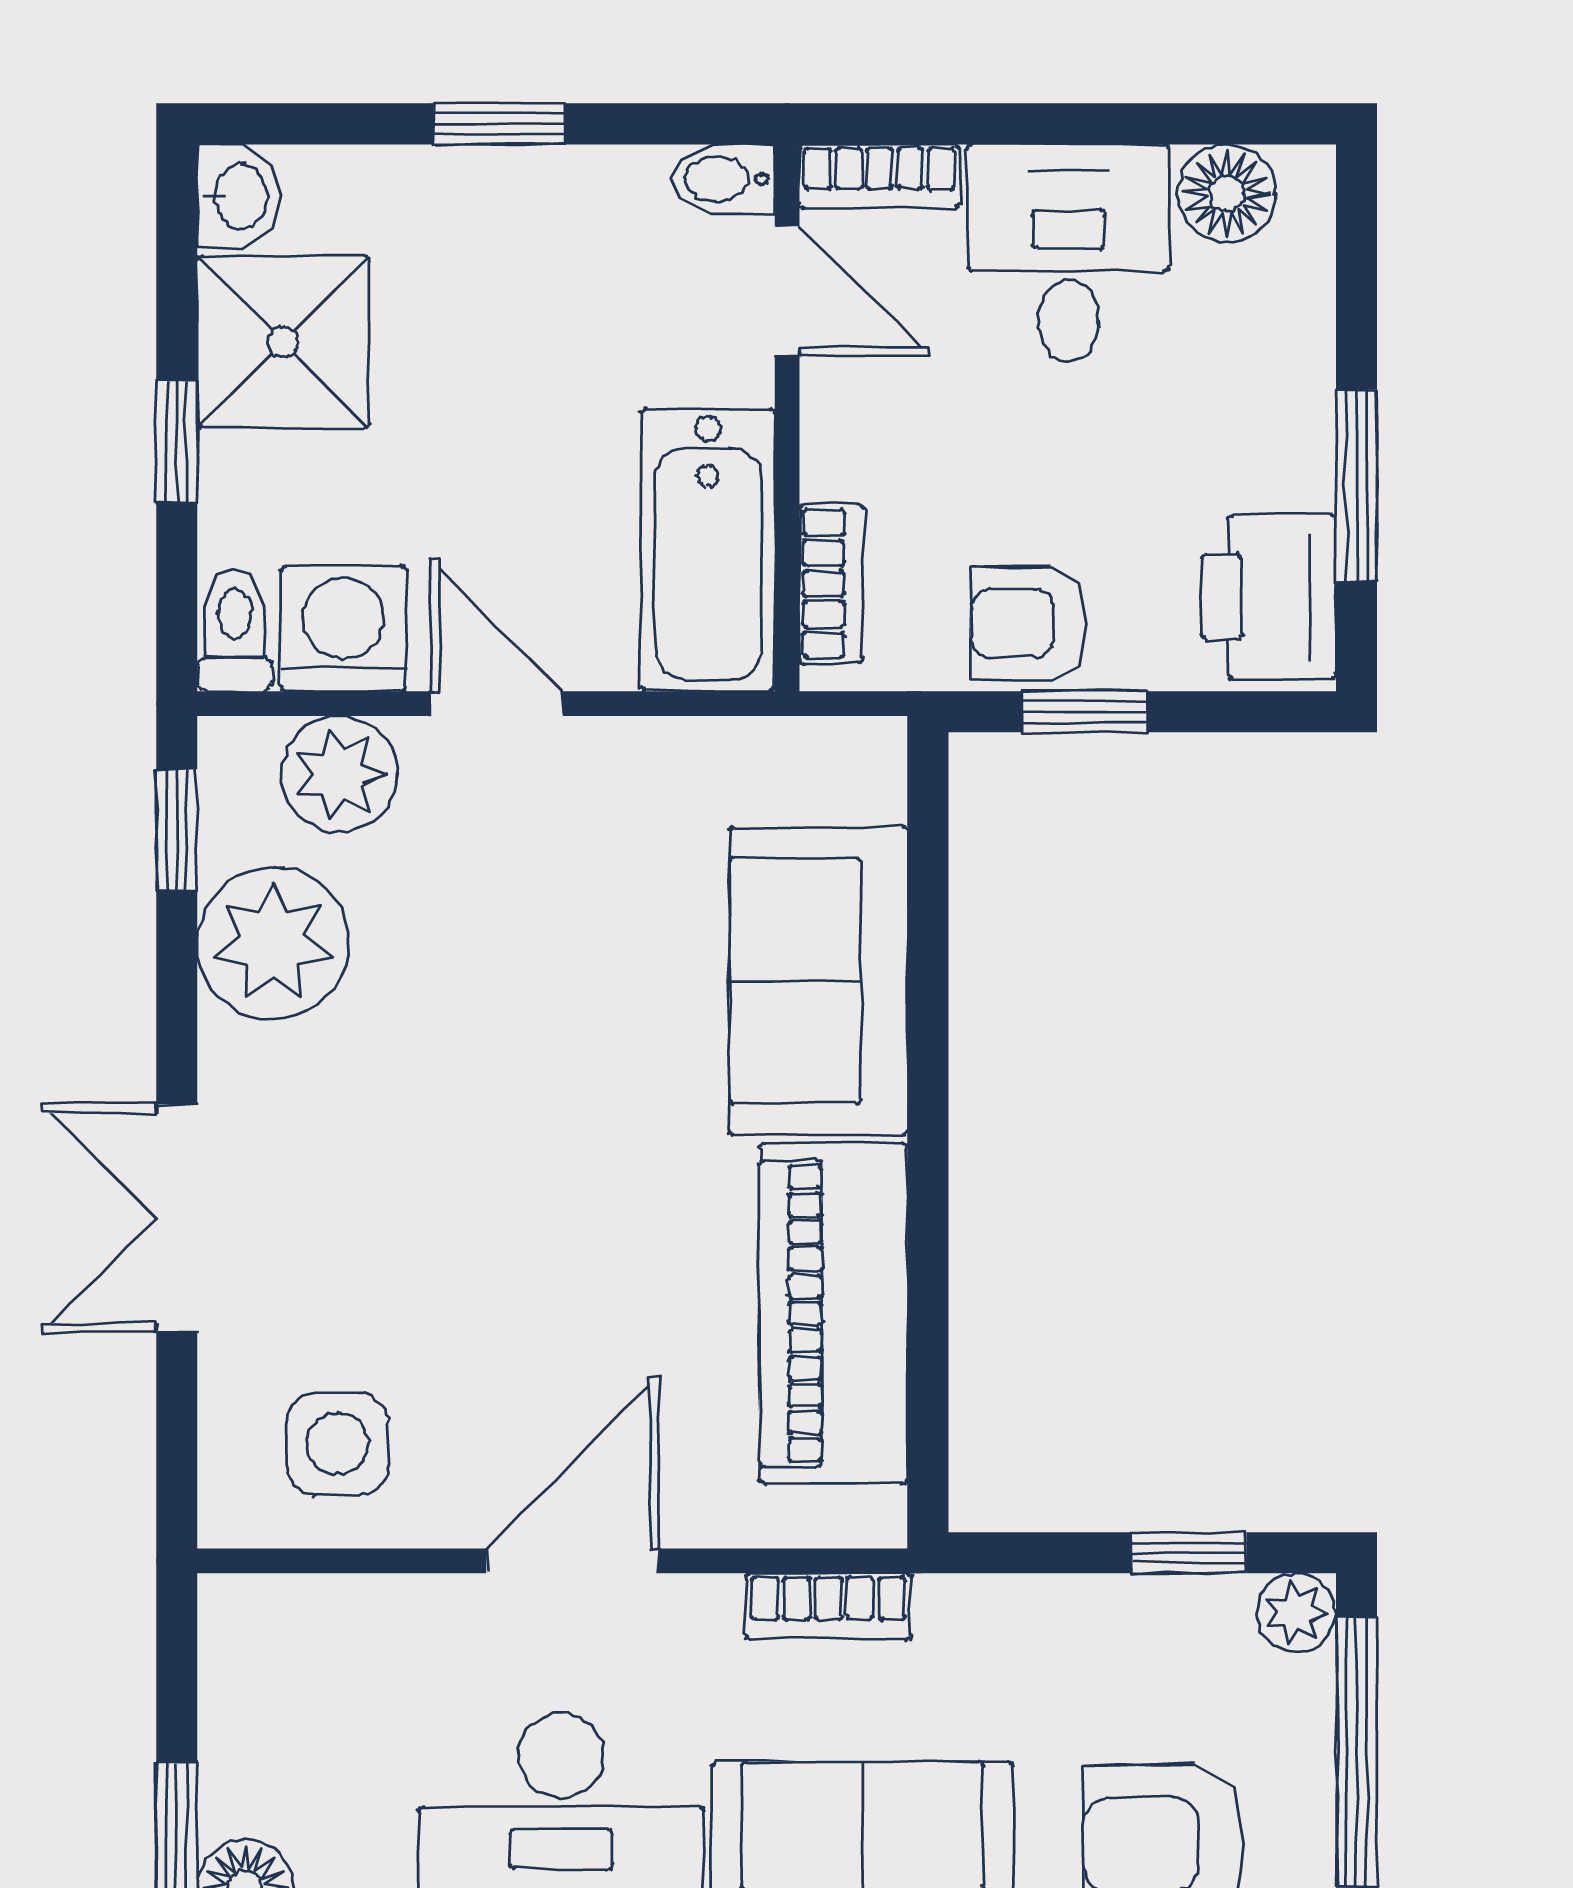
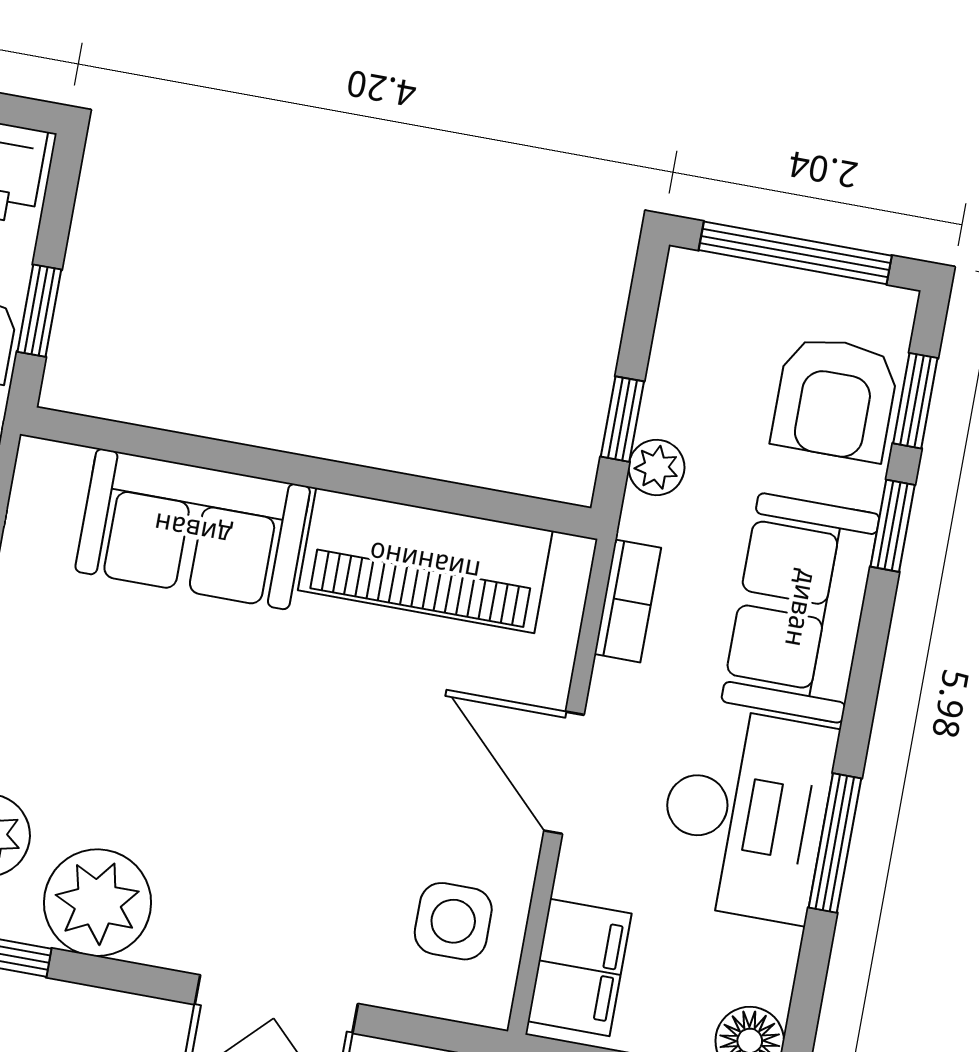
window: (1188, 1553) -> (622, 419), moved
plant: (1296, 1613) -> (656, 467), moved
filing cabinet: (305, 1632) -> (580, 967), added

